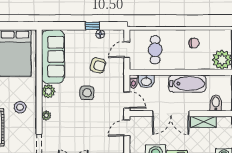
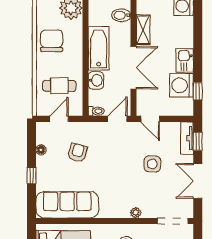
window: (92, 26) -> (31, 176), moved
chair: (194, 43) -> (52, 41), width x1.87, depth x1.87
door: (127, 50) -> (59, 119), swing flipped
washbasin: (146, 81) -> (96, 80), moved
plant: (48, 91) -> (108, 210), removed
side table: (87, 93) -> (152, 164), moved

